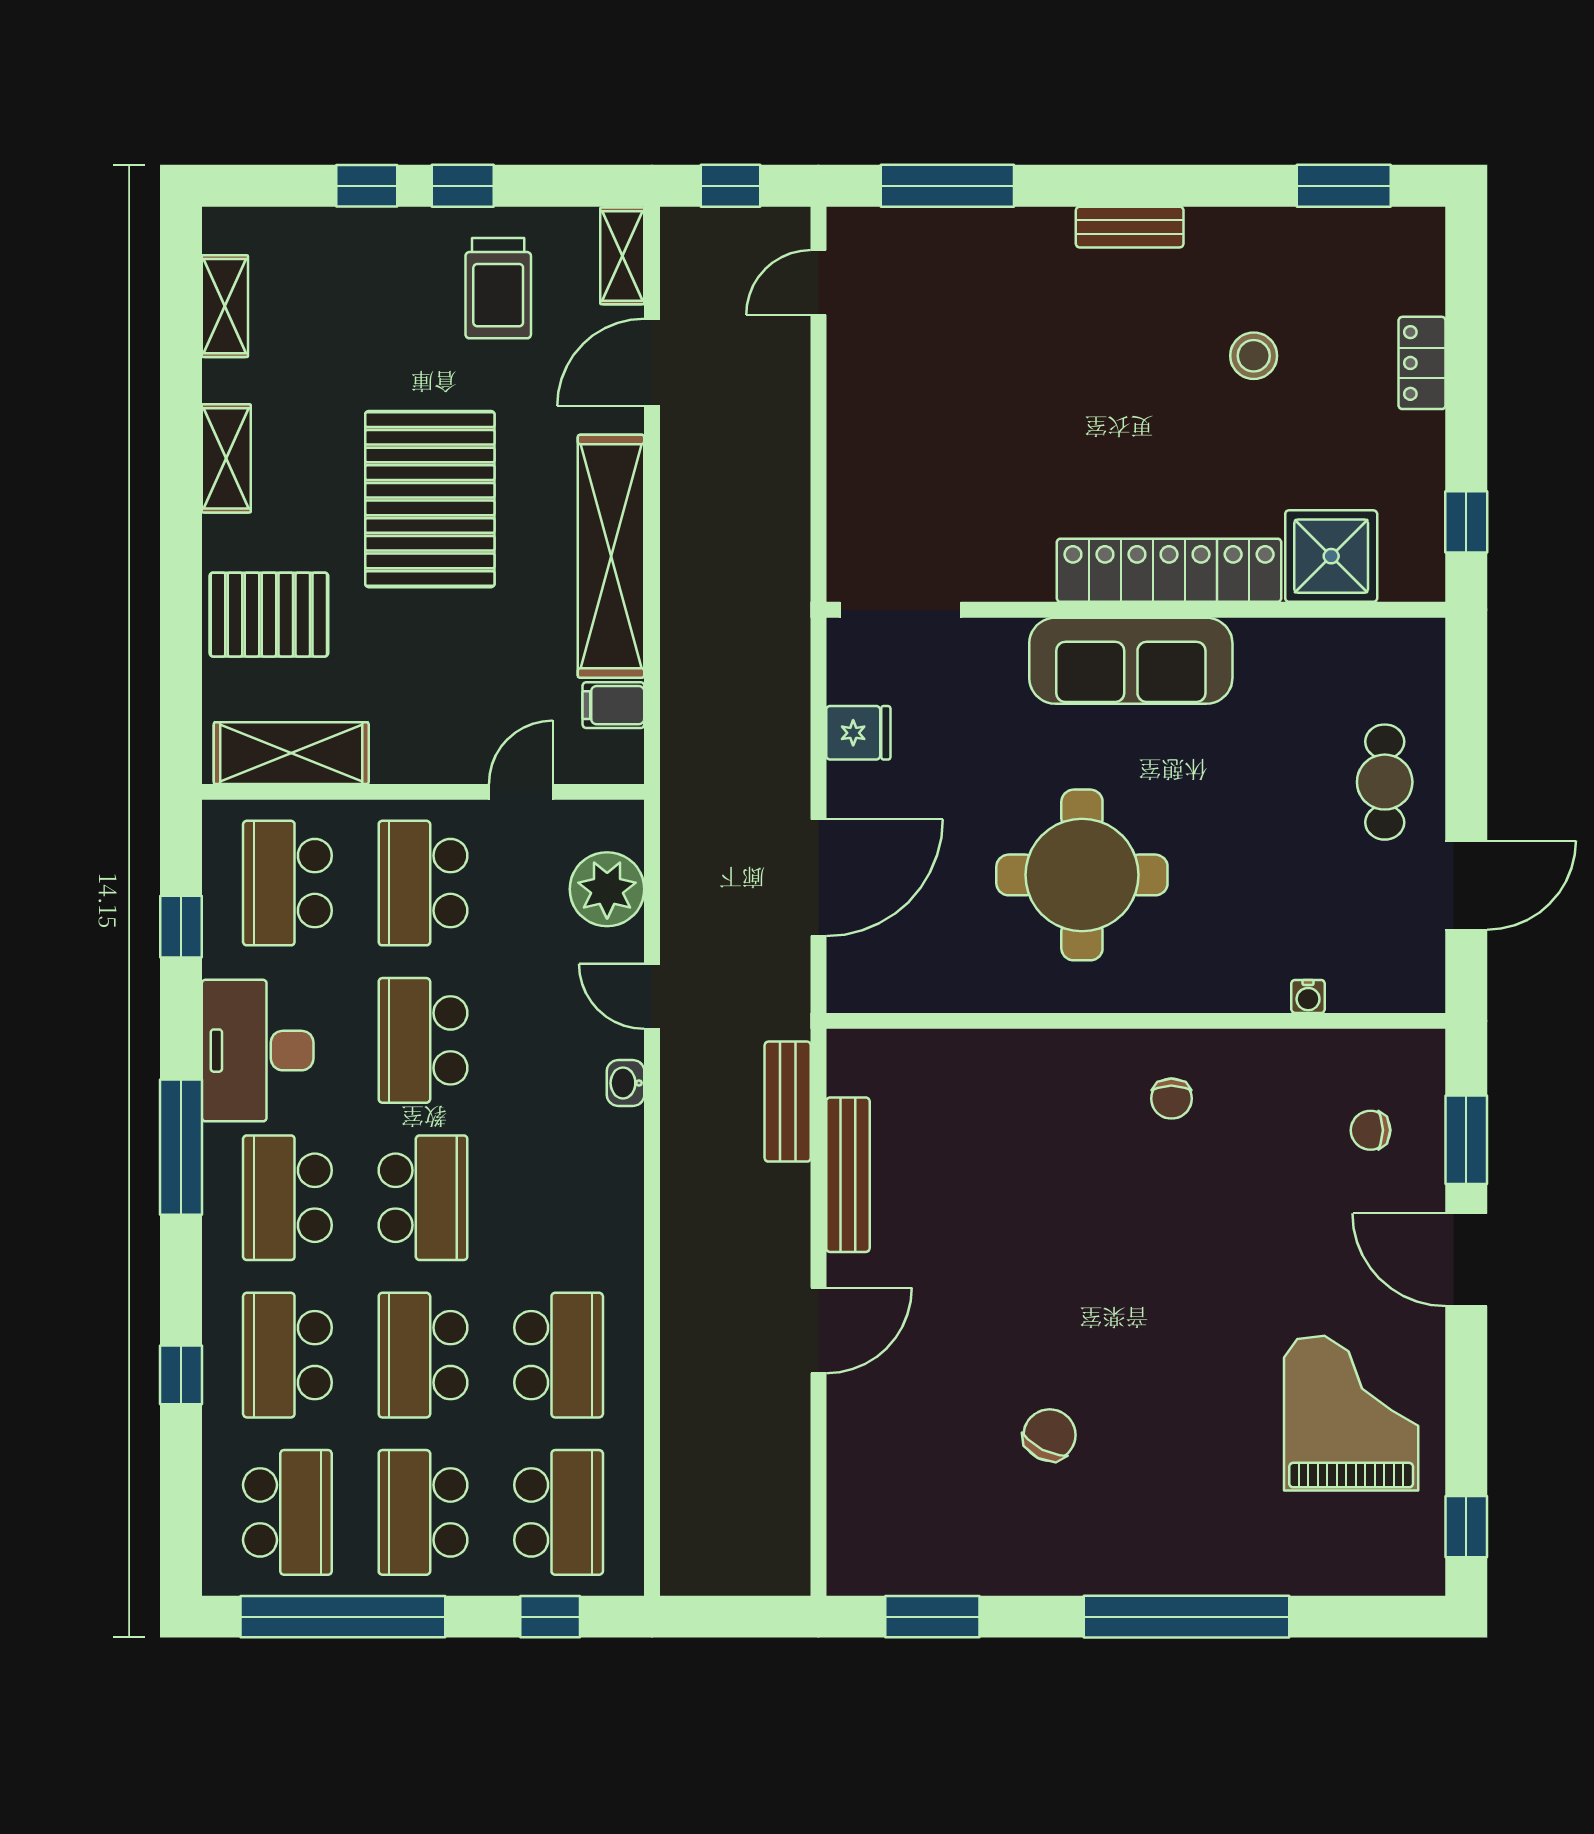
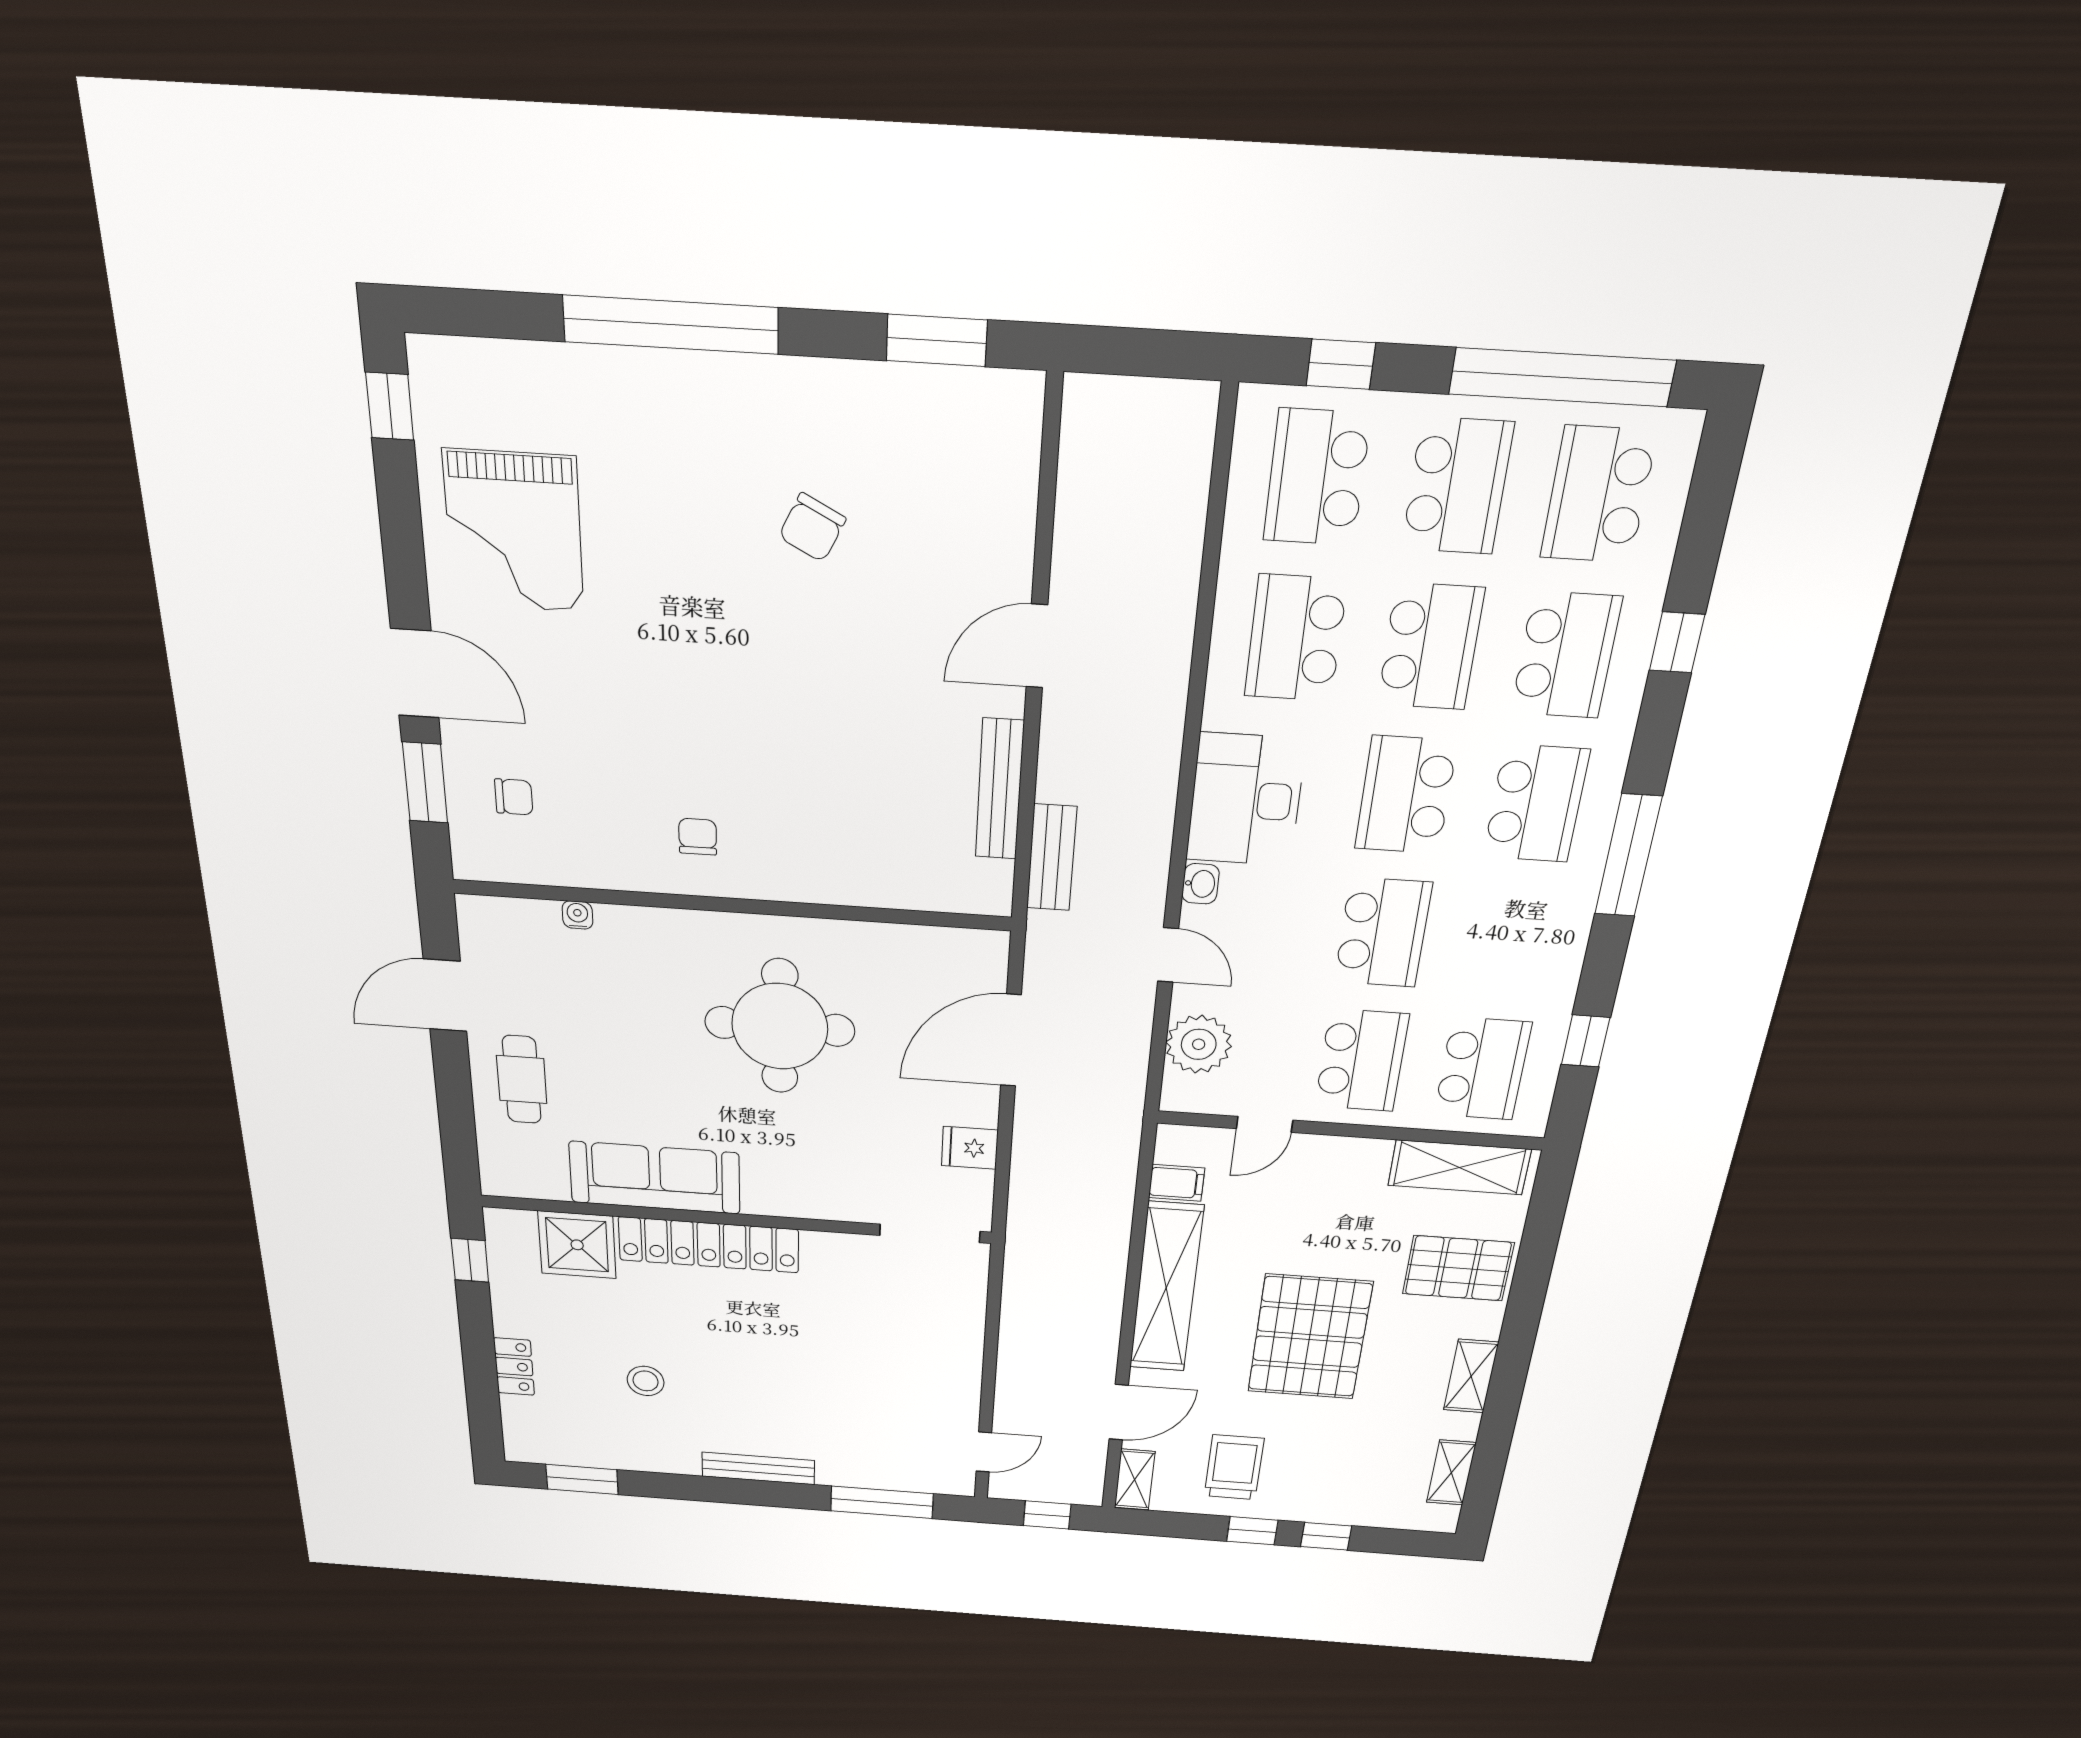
bench: (1130, 227) -> (758, 1468), width x1.36
sofa: (1131, 661) -> (655, 1178), moved
desk: (258, 1051) -> (1246, 800), moved, turned 180

